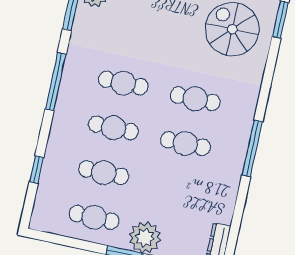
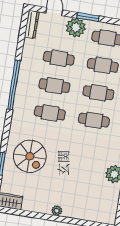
window: (252, 148) -> (14, 85), width x1.46
cafe table: (176, 188) -> (59, 58), added

